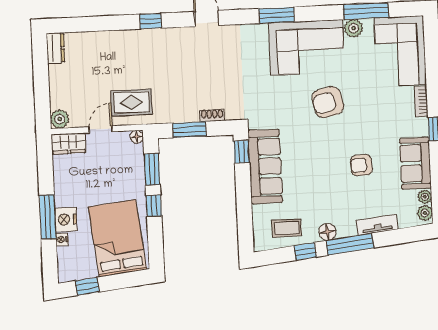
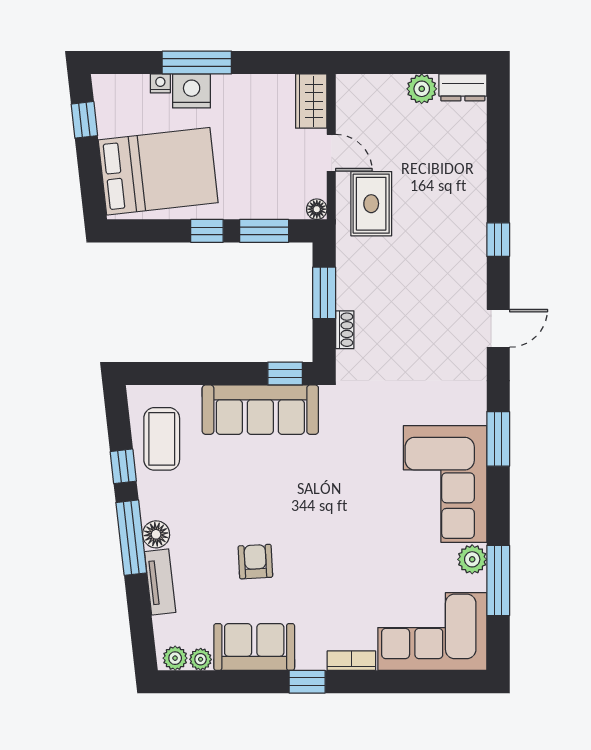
armchair: (328, 102) -> (357, 513), removed
plant: (60, 119) -> (422, 89), moved
coffee table: (287, 228) -> (162, 439), width x1.36, depth x1.30
floor lamp: (327, 232) -> (156, 534), moved

